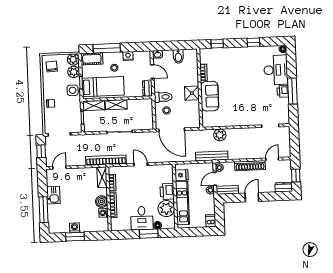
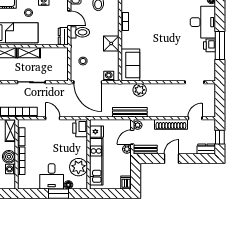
sofa: (210, 96) -> (130, 65), moved
toilet: (163, 97) -> (80, 32), moved
washing machine: (191, 123) -> (109, 76), added
printer: (167, 191) -> (80, 128), moved

